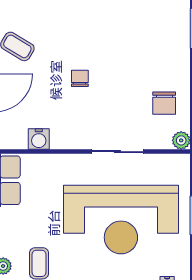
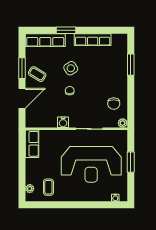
side table: (82, 35) -> (71, 68), added
water cooler: (39, 139) -> (63, 122), moved

